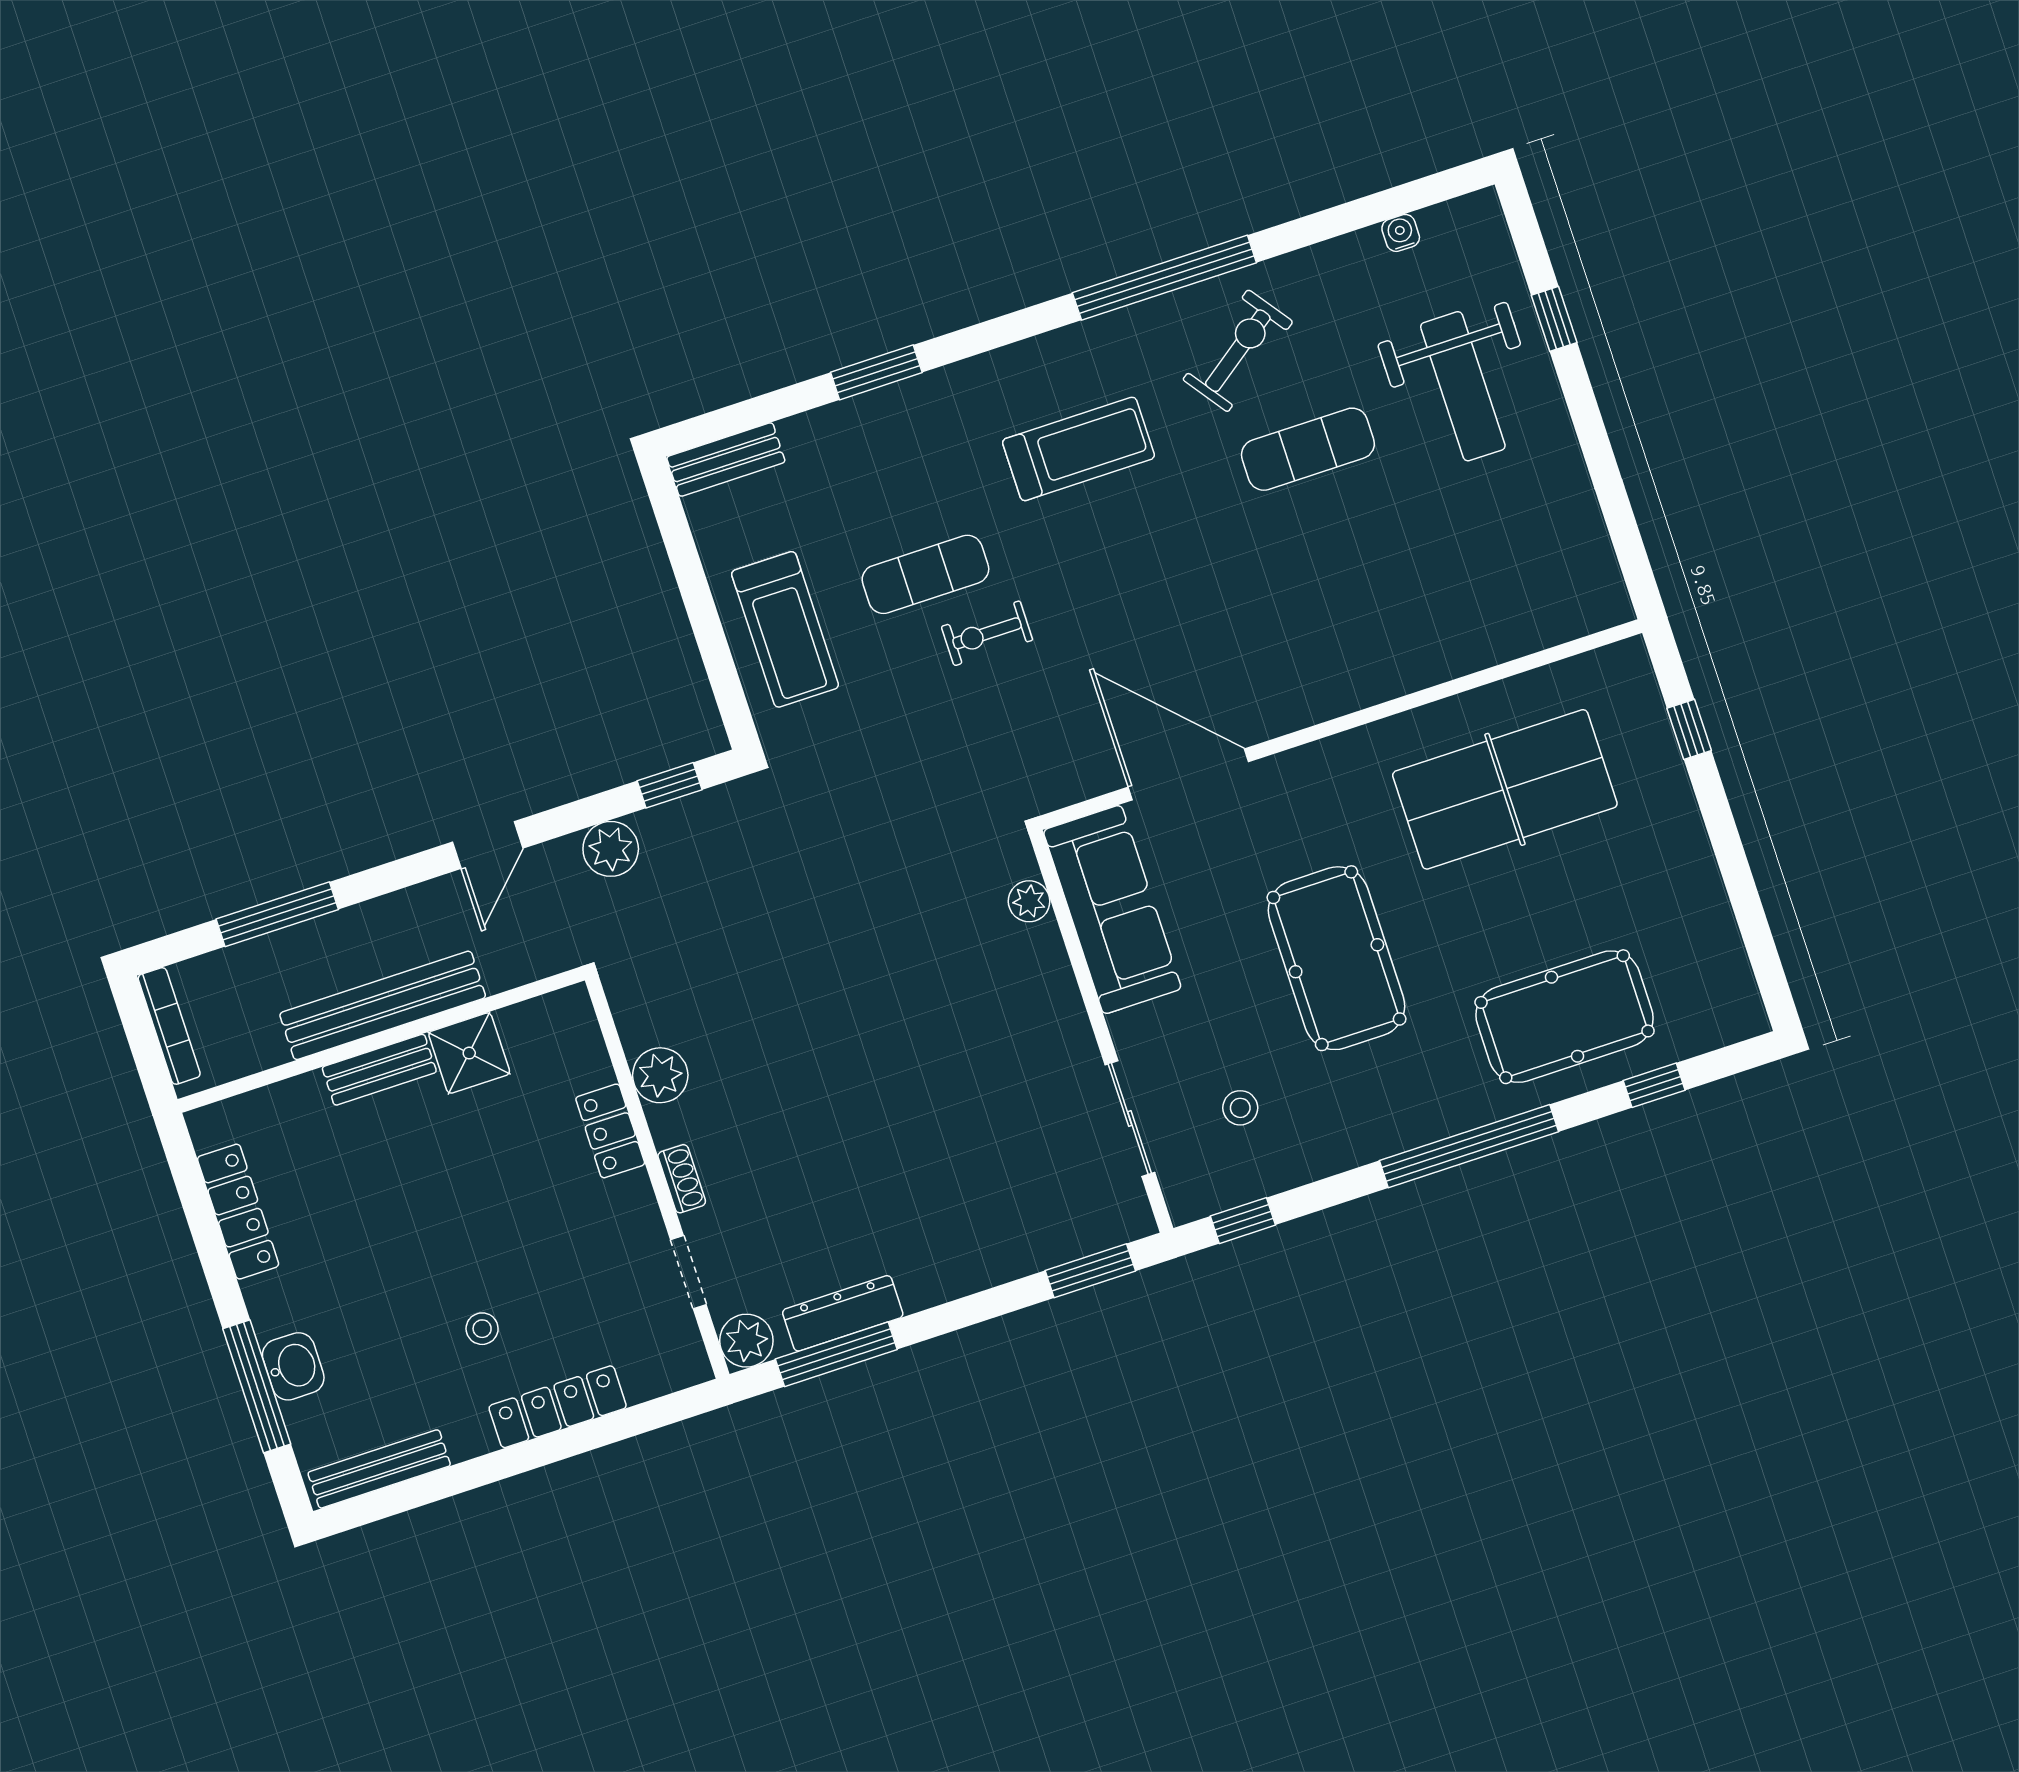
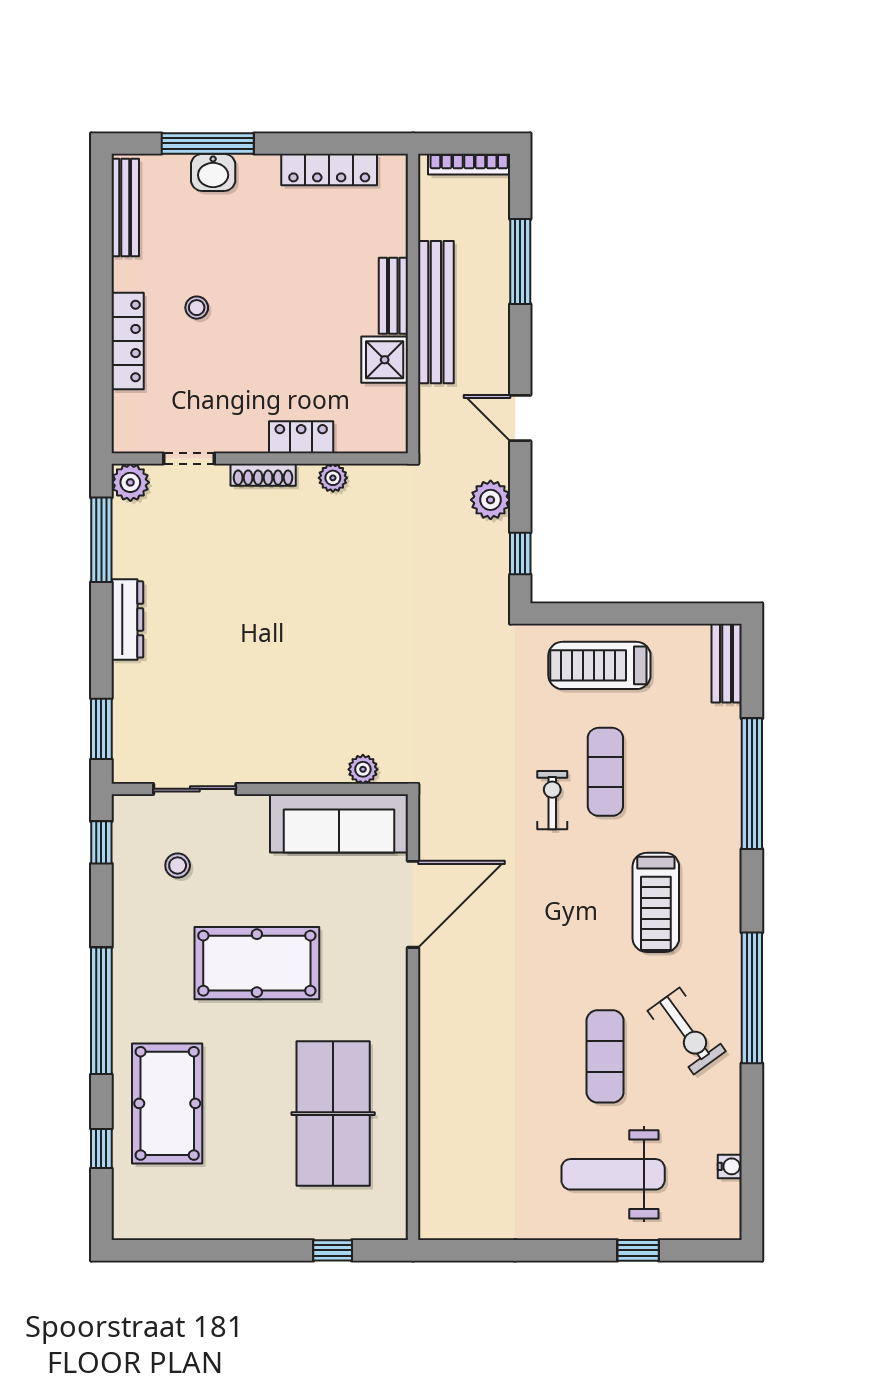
window: (876, 372) -> (752, 784), width x2.11
plant: (660, 1075) -> (333, 478), width x0.73, depth x0.73
shoe rack: (682, 1179) -> (263, 475), width x1.43
dresser: (843, 1313) -> (127, 619), moved

